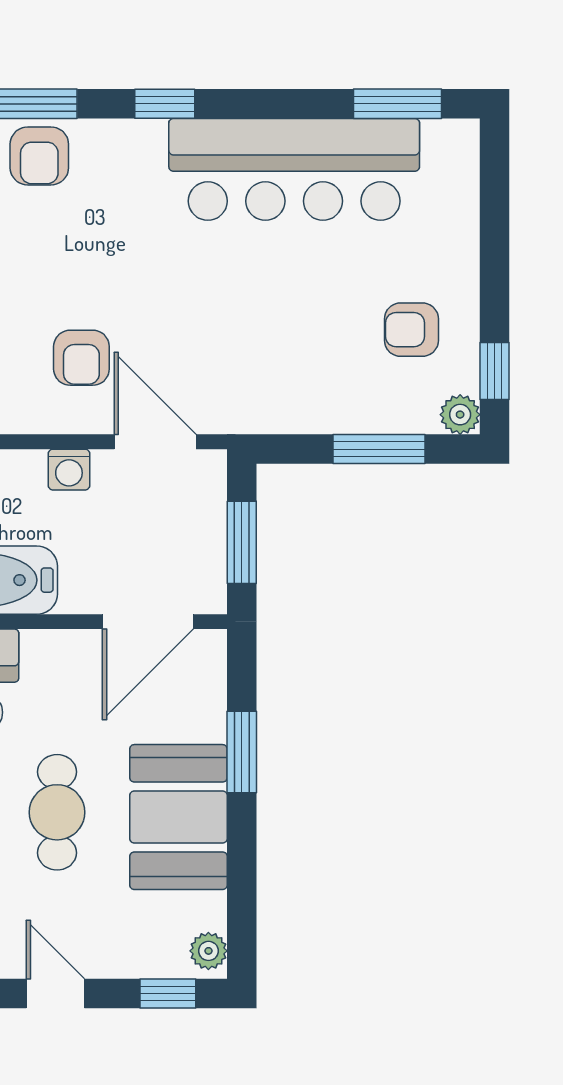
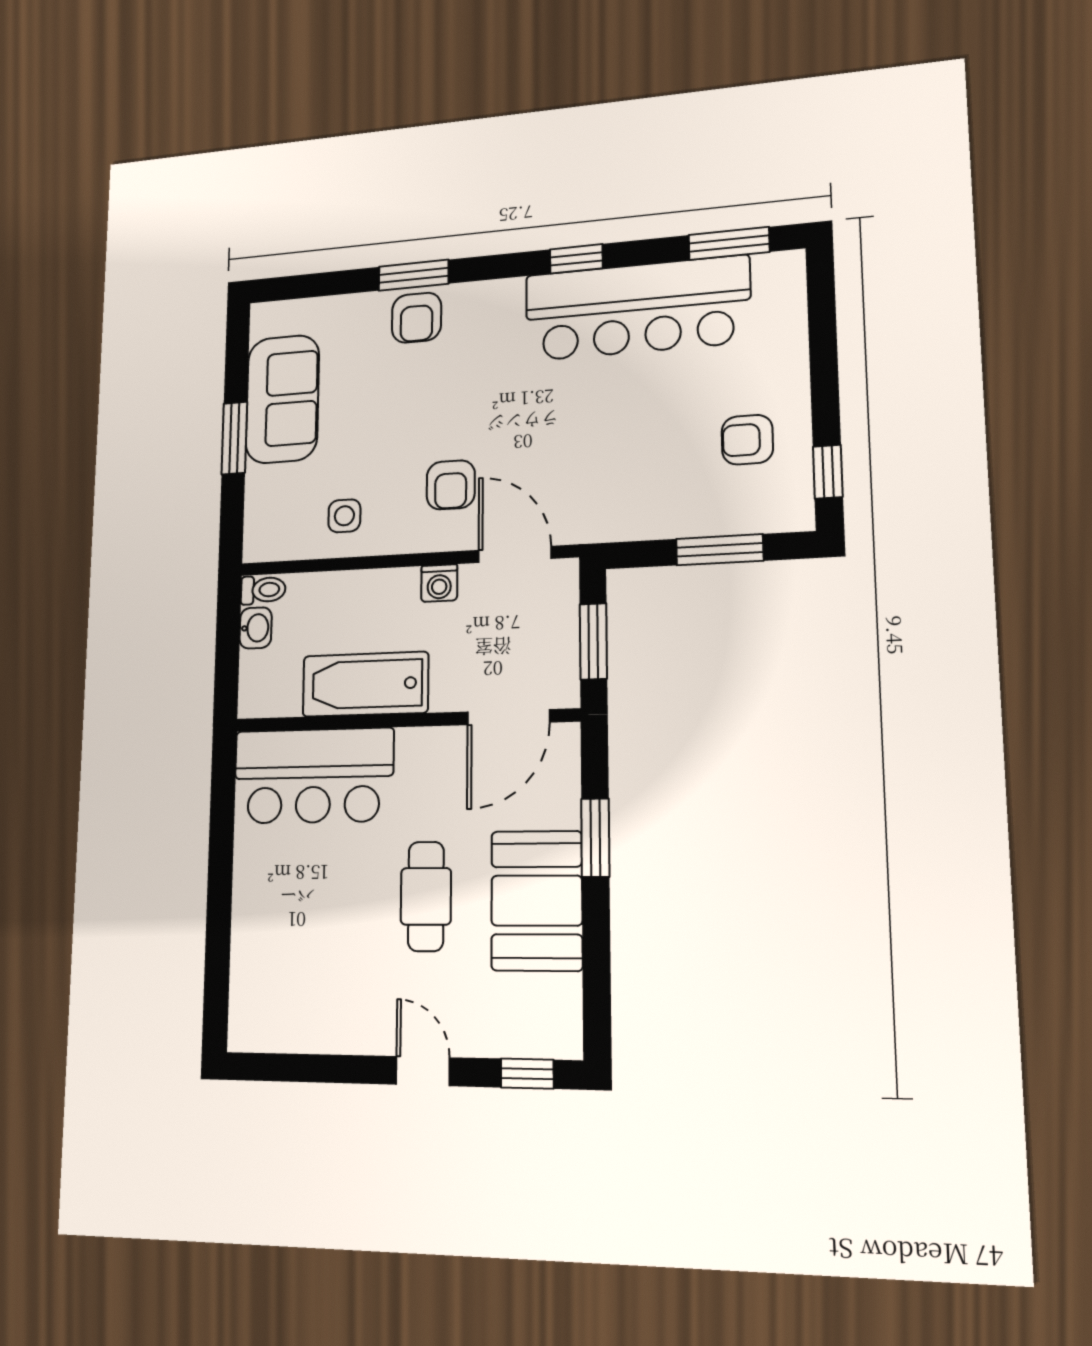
window: (165, 104) -> (576, 259), moved
plant: (460, 415) -> (796, 514), removed
plant: (208, 951) -> (565, 1032), removed

